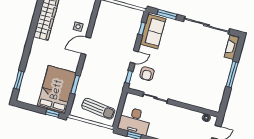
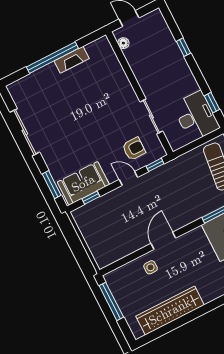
sliding door: (207, 25) -> (25, 132), width x0.73
door: (86, 46) -> (163, 241), swing flipped
fireplace: (232, 47) -> (72, 60), moved
window: (232, 74) -> (52, 58), width x1.46

